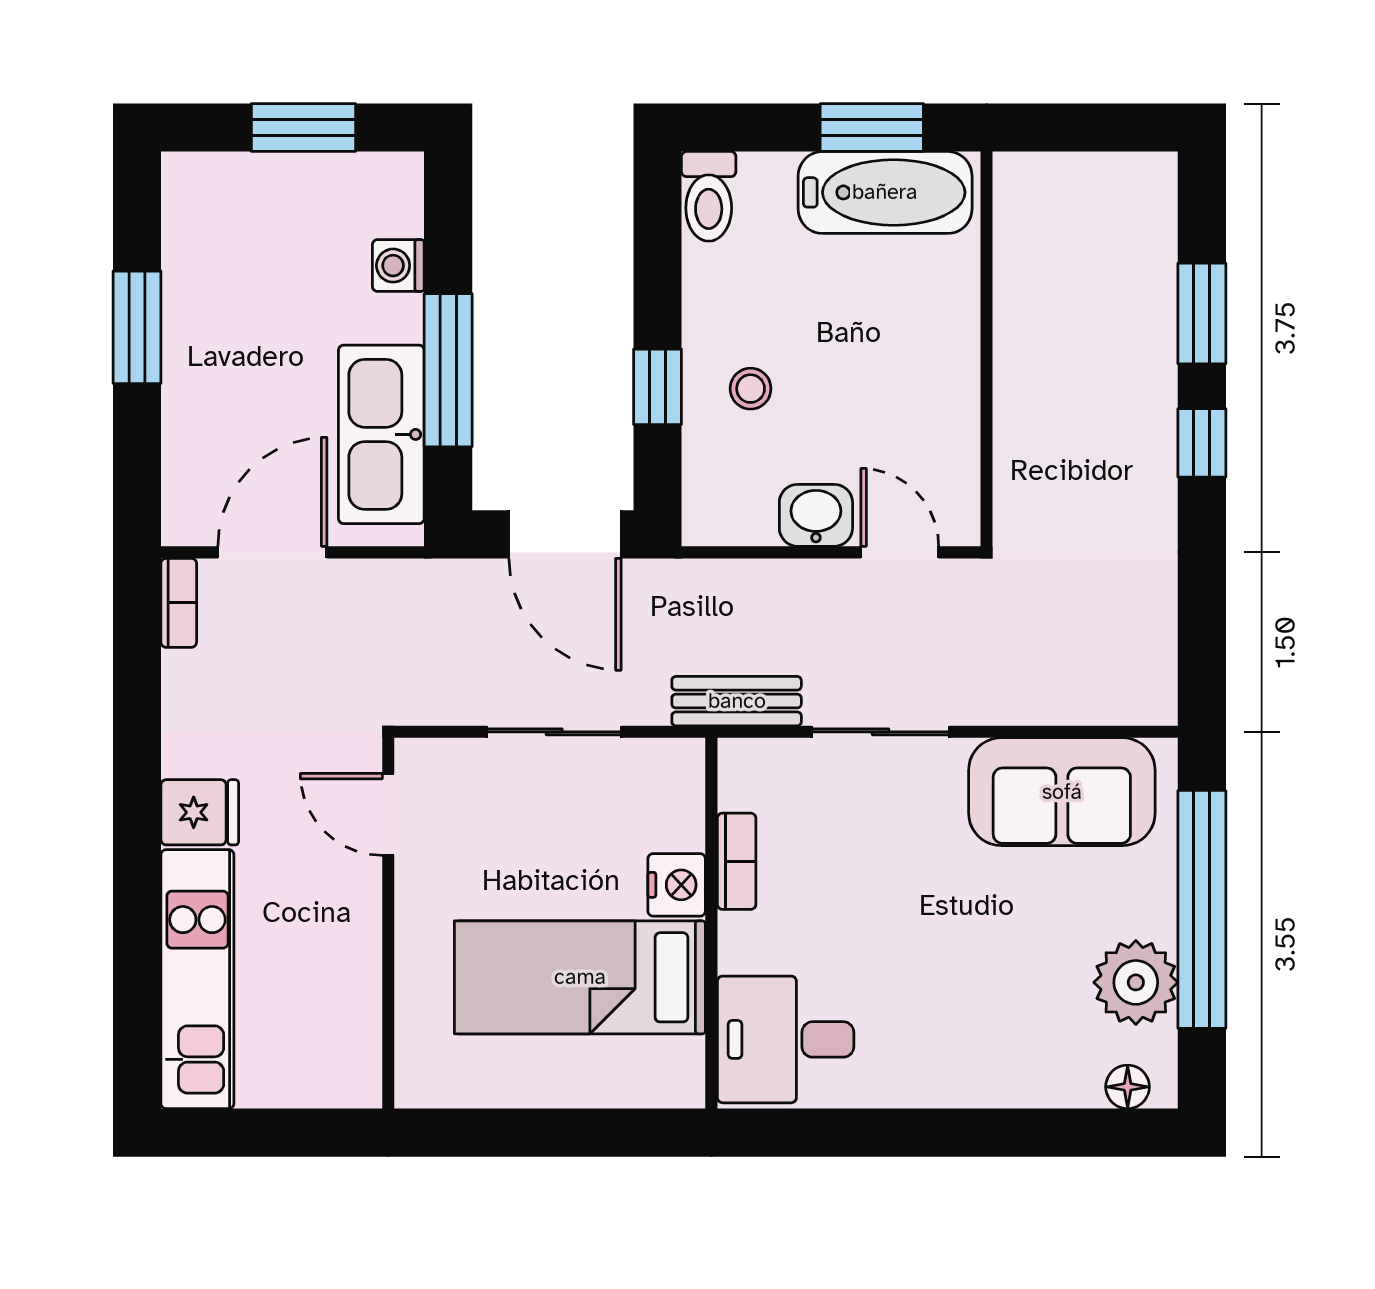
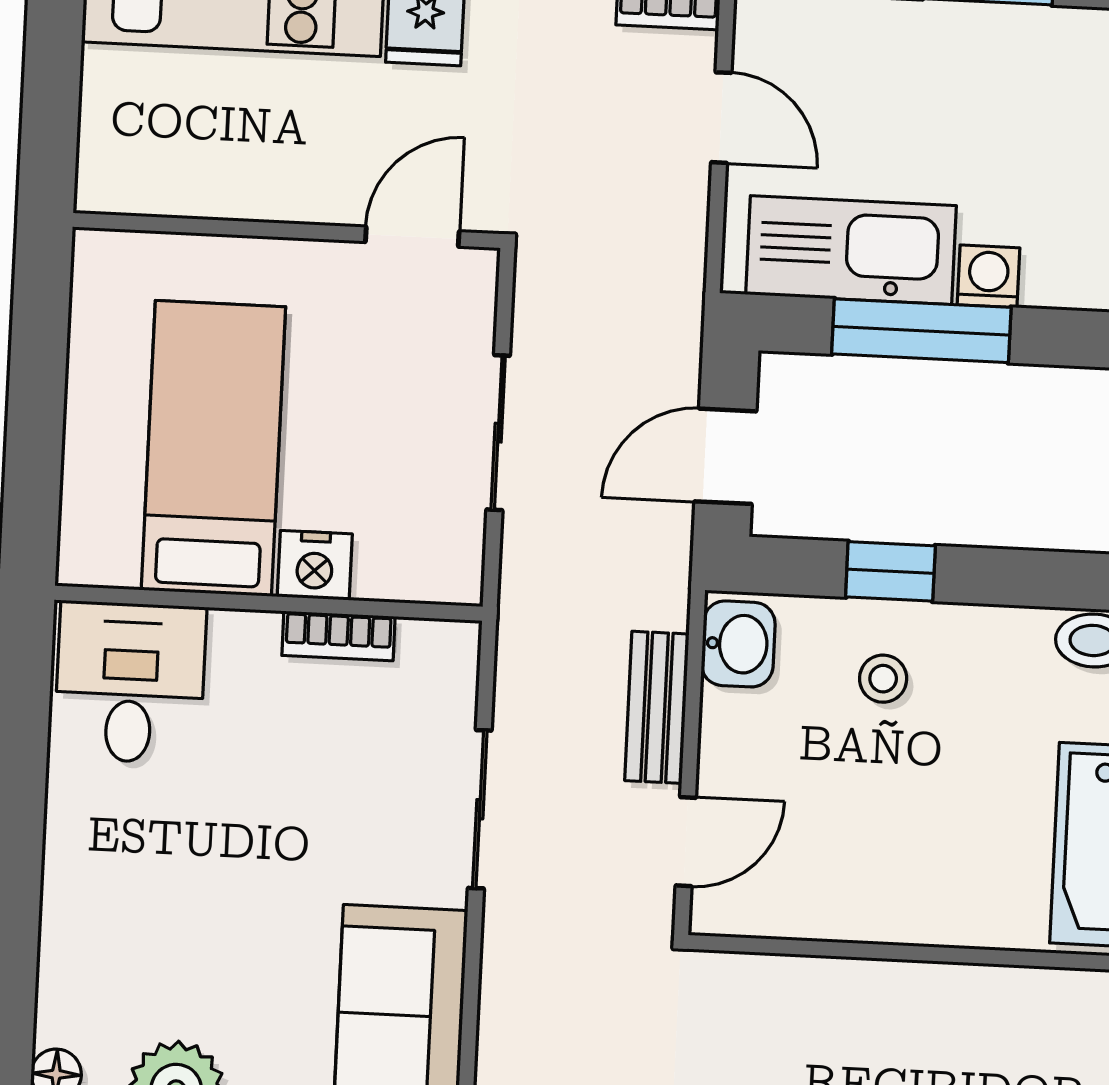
washing machine: (398, 266) -> (989, 276), moved
washbasin: (816, 515) -> (738, 644), moved
door: (565, 534) -> (725, 456), width x0.73
door: (272, 552) -> (721, 118), width x0.73
bench: (737, 701) -> (657, 707), moved

